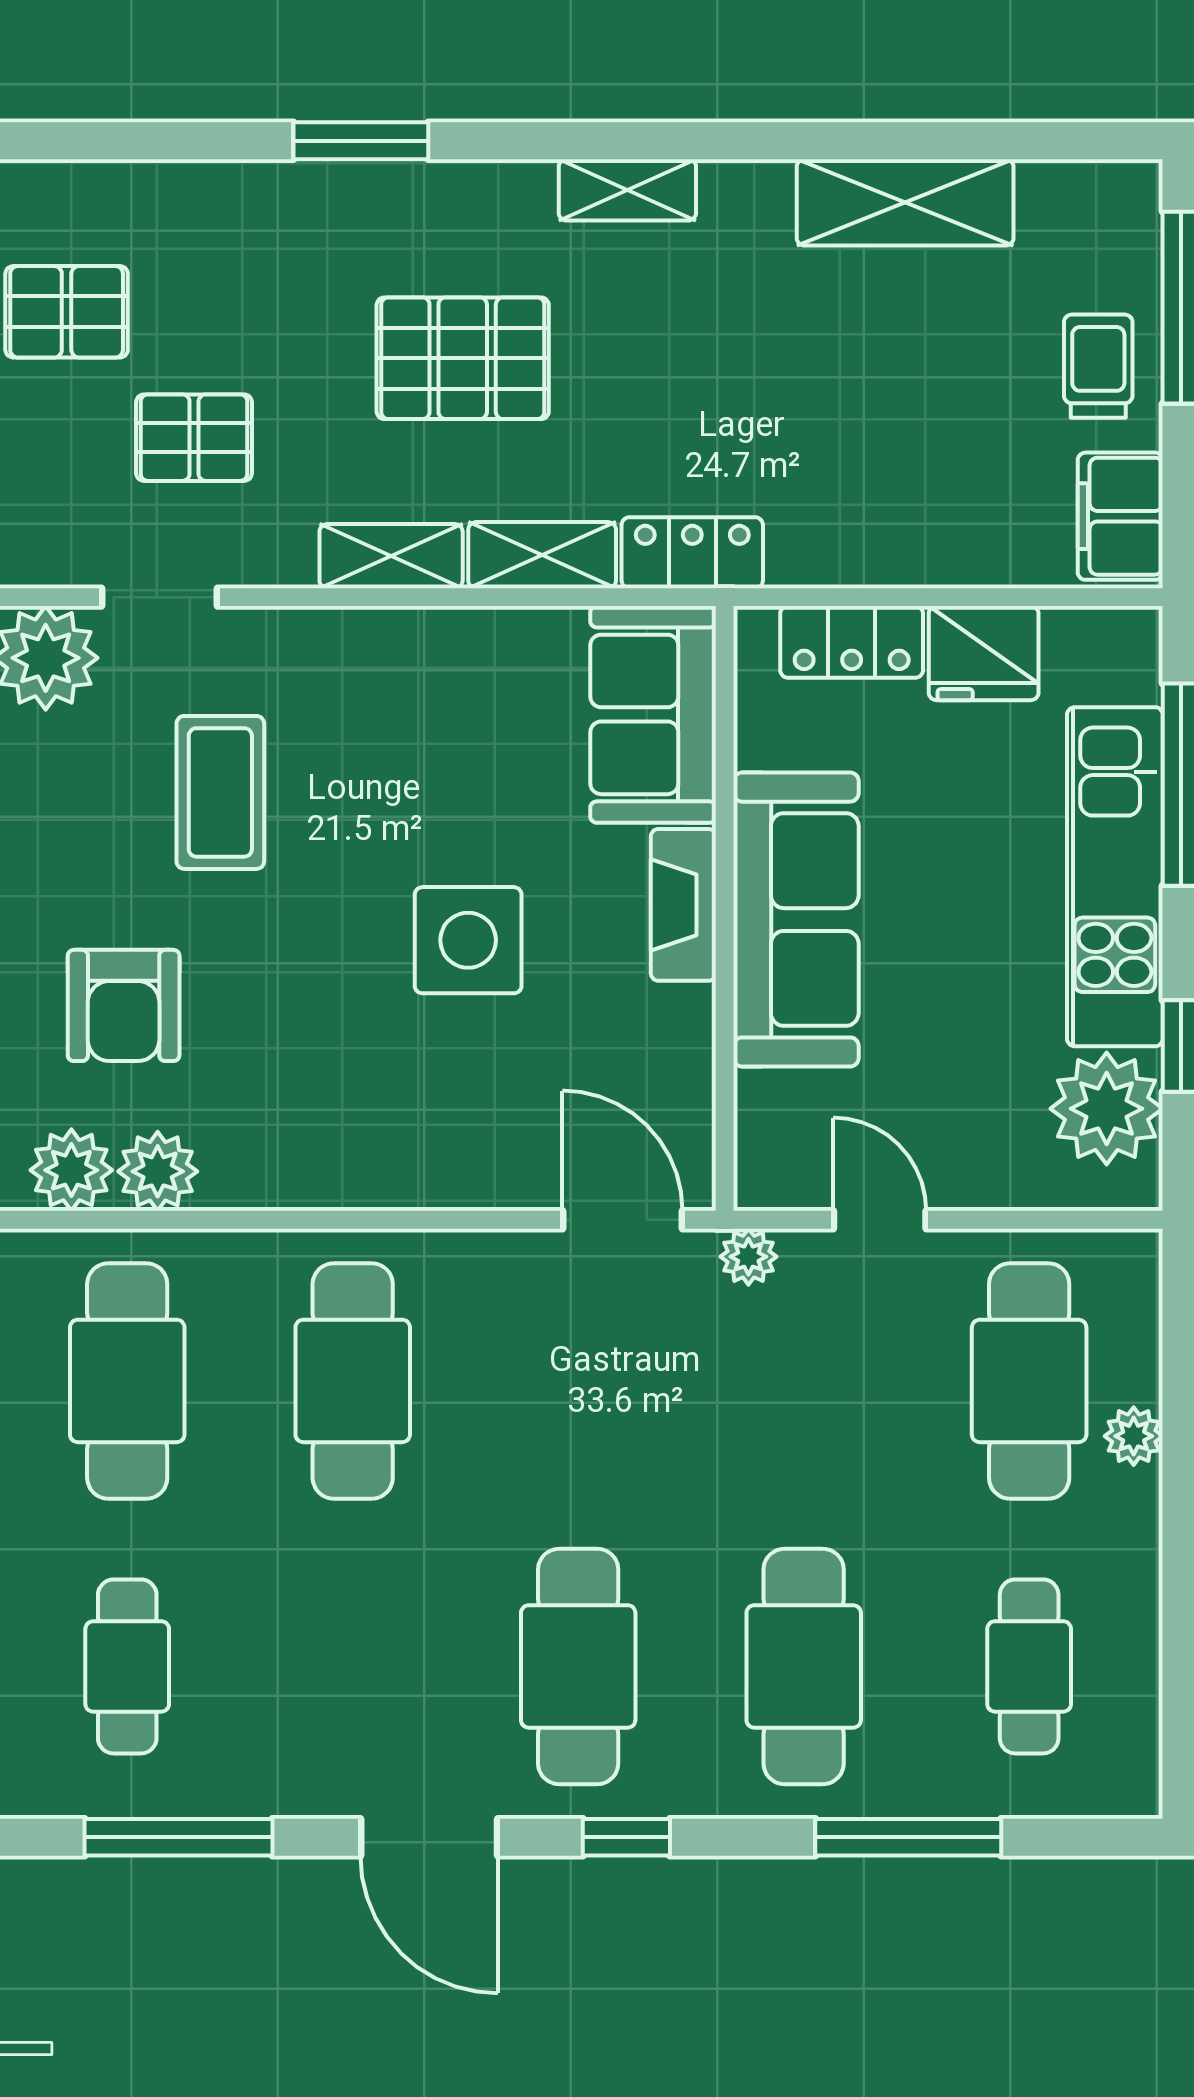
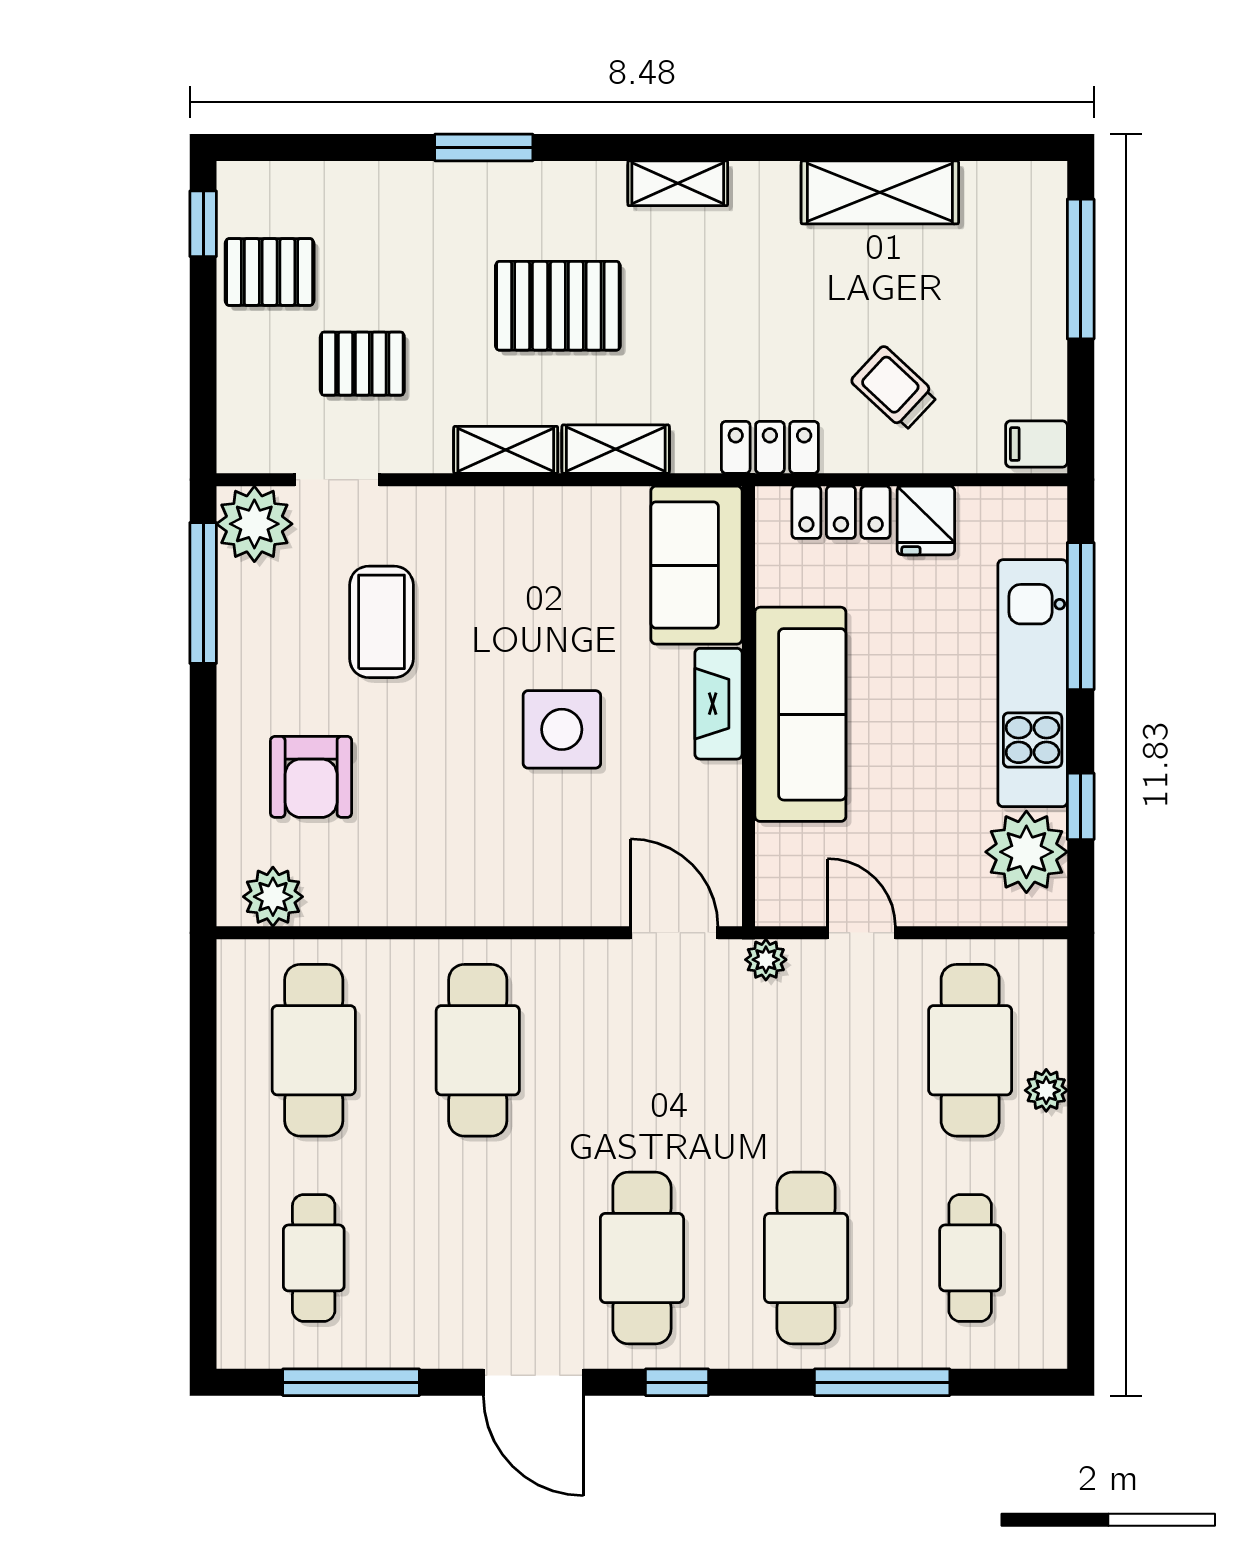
trolley: (1098, 366) -> (894, 388), moved, turned -47
filing cabinet: (1120, 516) -> (1036, 444), width x0.50
locker: (692, 553) -> (770, 447), moved
fridge: (984, 653) -> (926, 520), width x0.72
plant: (158, 1171) -> (336, 898), removed

